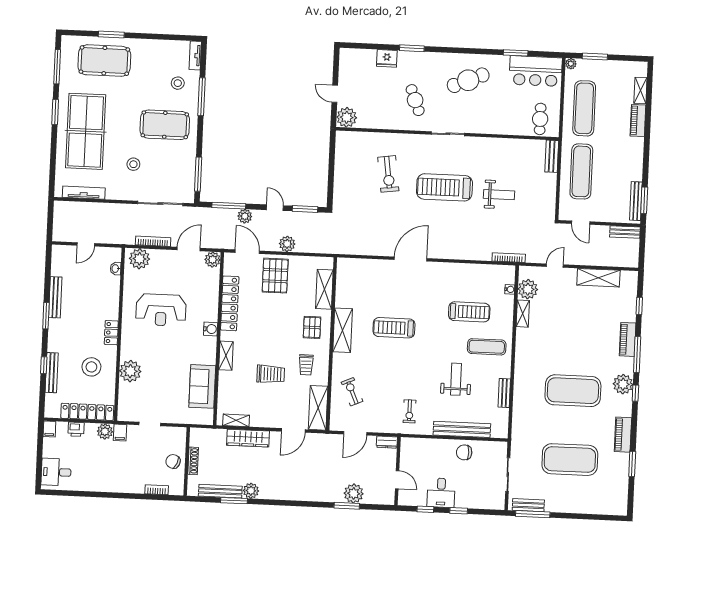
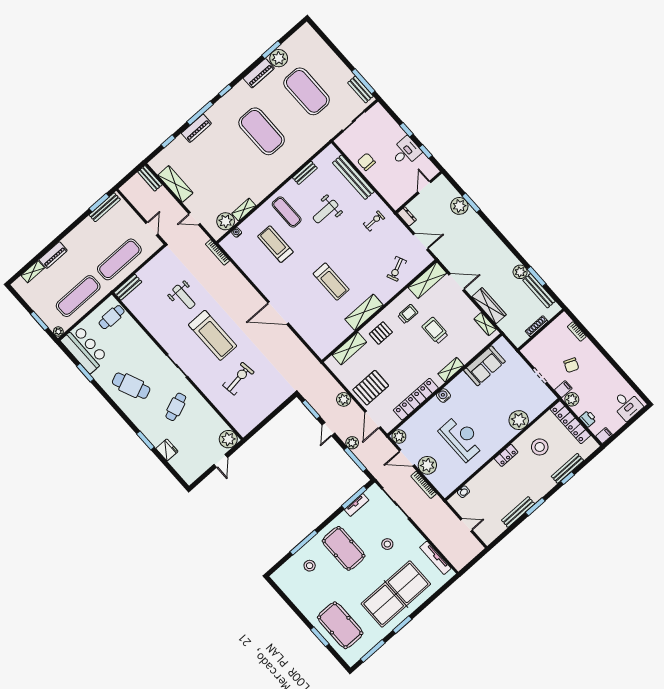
tv unit: (195, 55) -> (357, 505), moved
weight bench: (499, 195) -> (184, 297), turned 180
bench: (625, 232) -> (150, 178), moved
plant: (139, 259) -> (427, 465), moved
plant: (623, 384) -> (279, 58), moved
chair: (464, 452) -> (366, 162), turned 180
chair: (173, 461) -> (571, 365), moved

